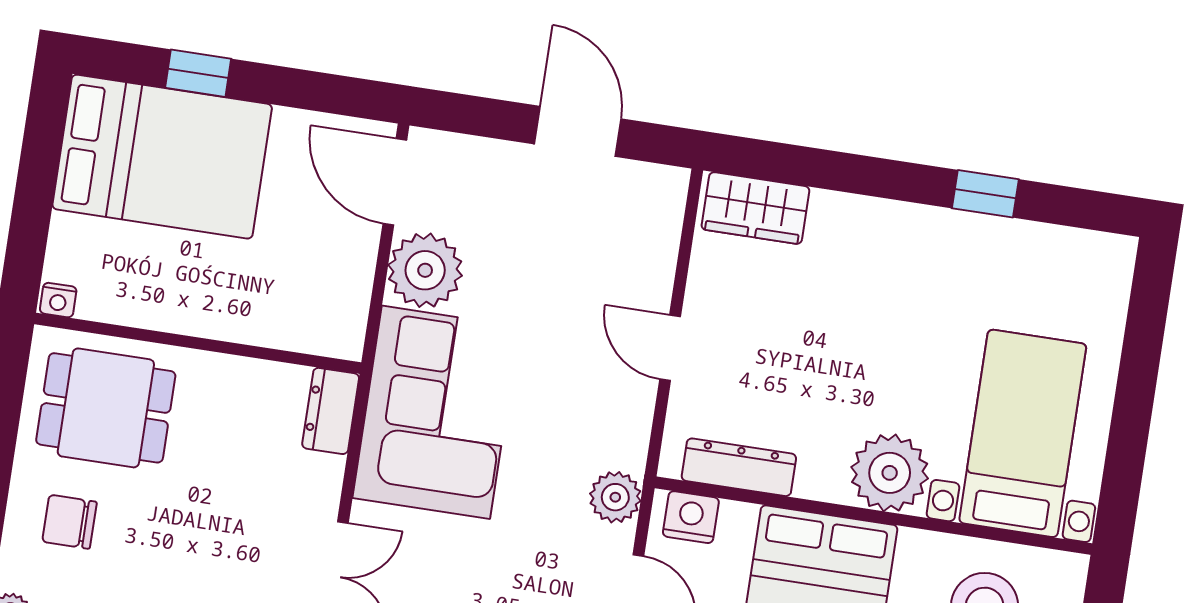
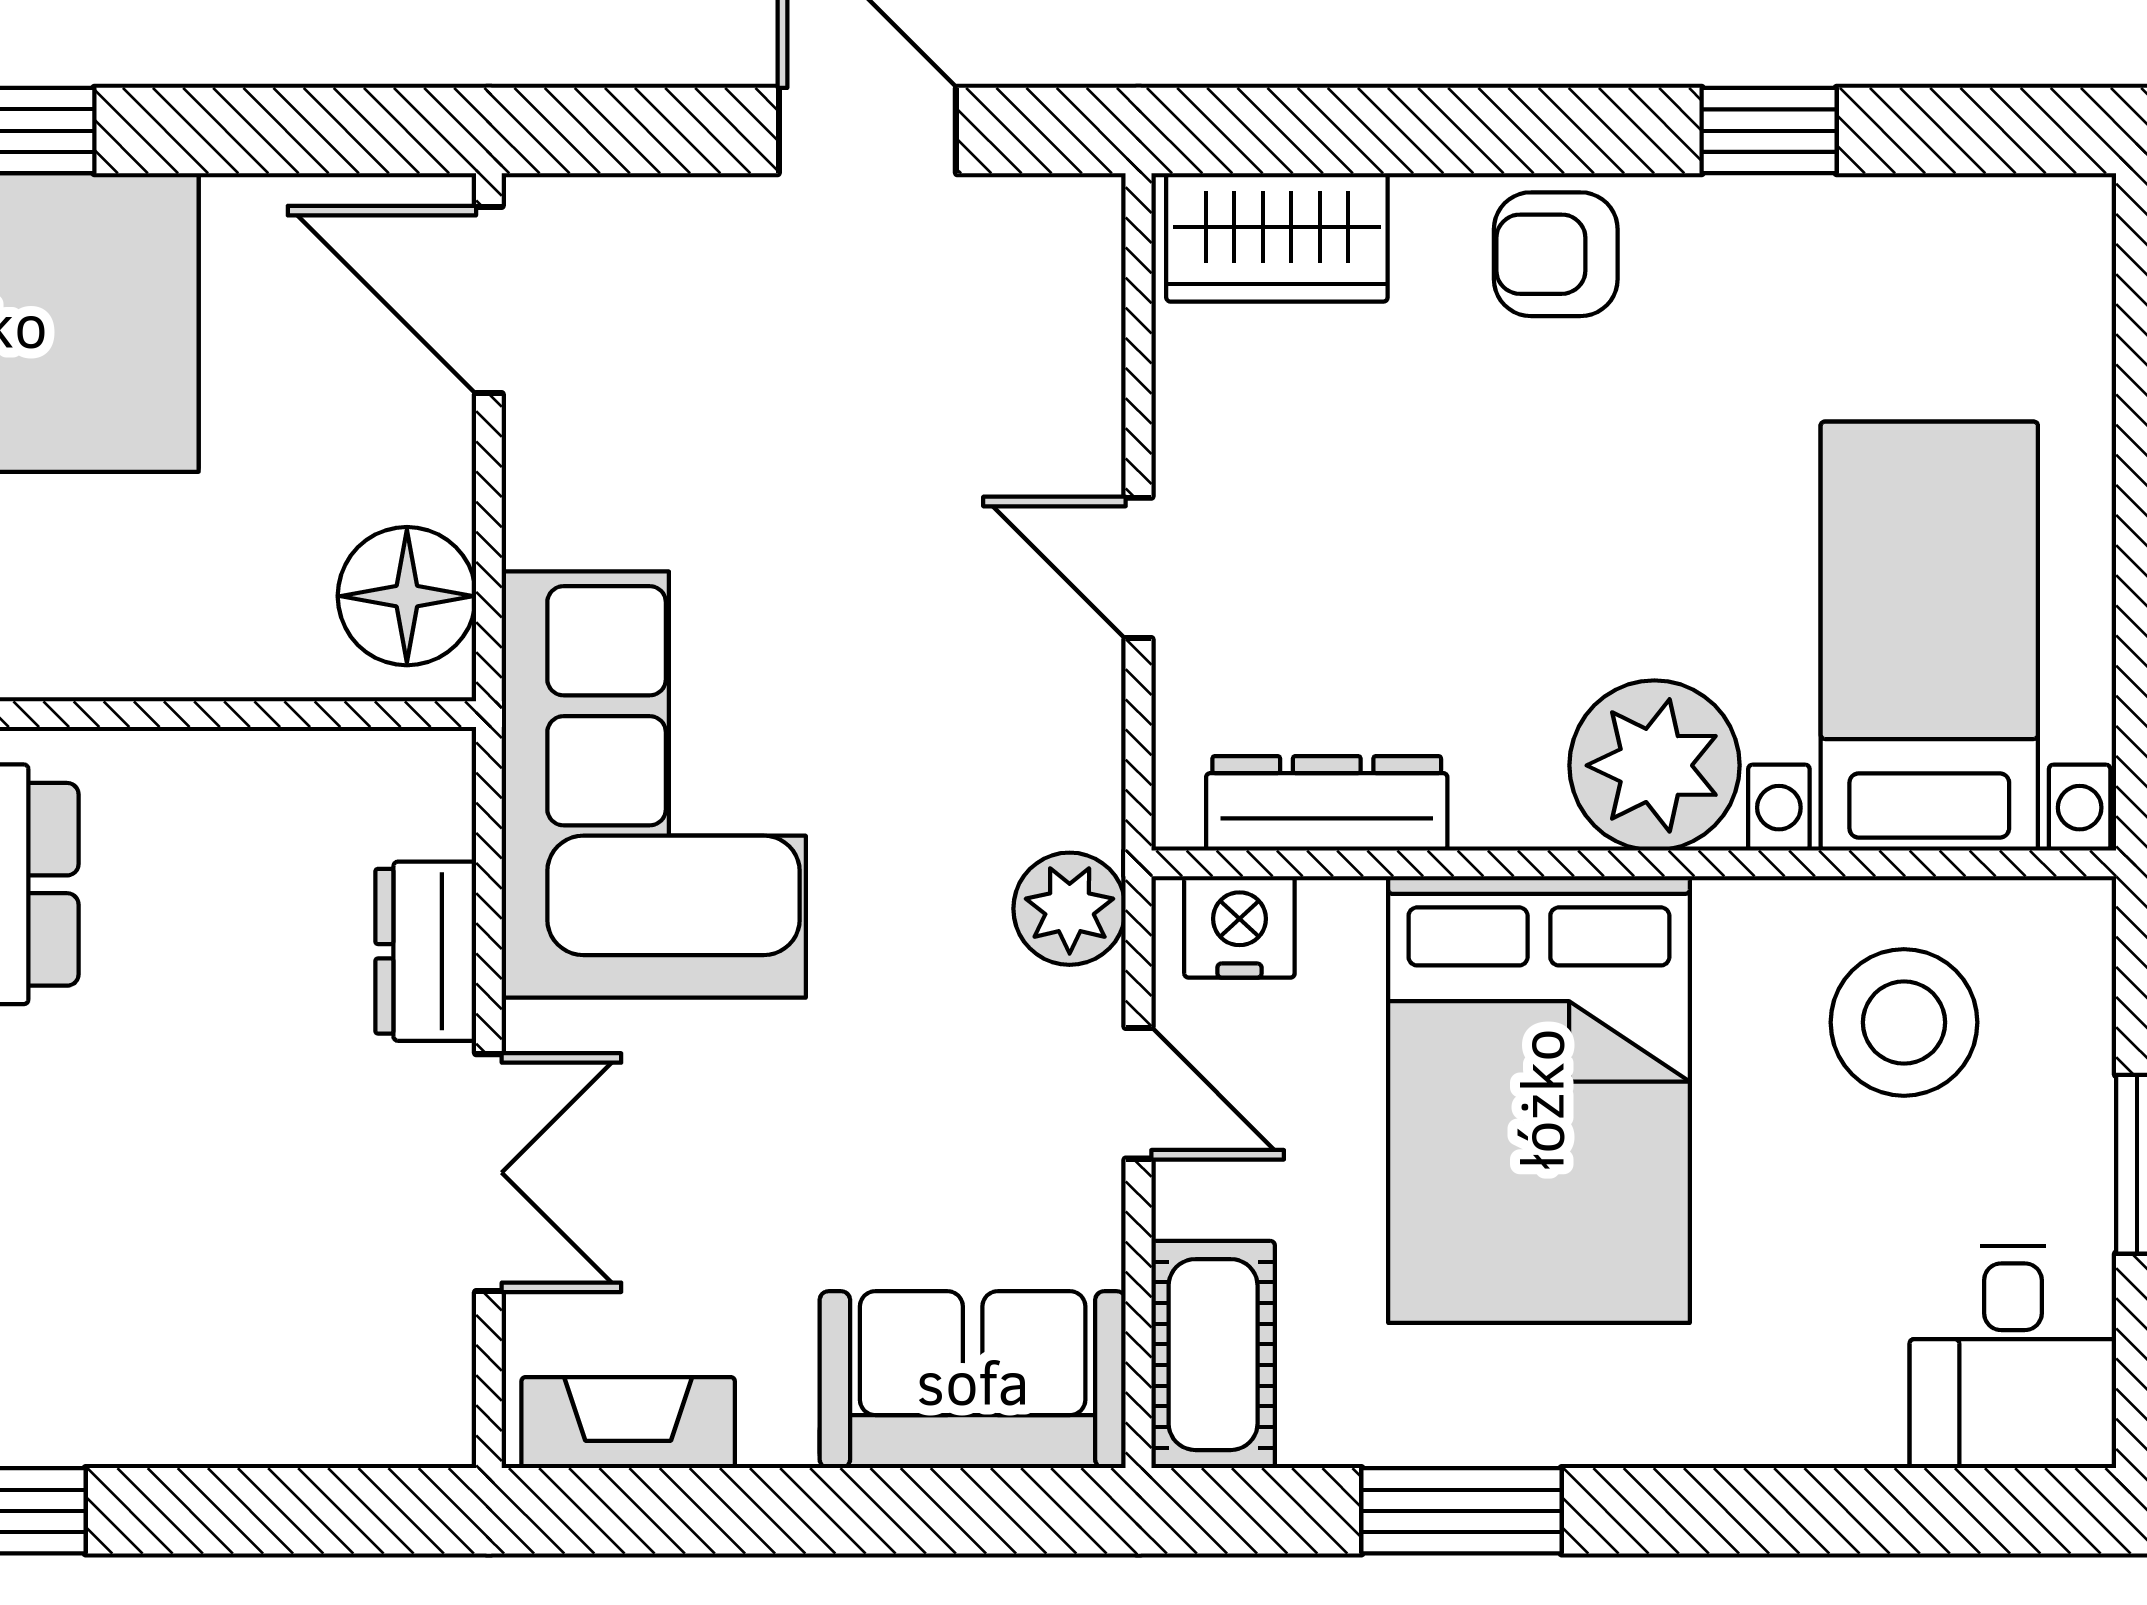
armchair: (880, 235) -> (1556, 254), added
plant: (425, 270) -> (583, 481), removed
floor lamp: (337, 310) -> (407, 596), added
dresser: (331, 411) -> (426, 951), moved

